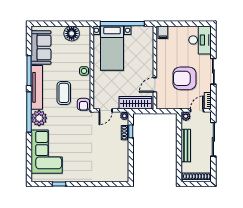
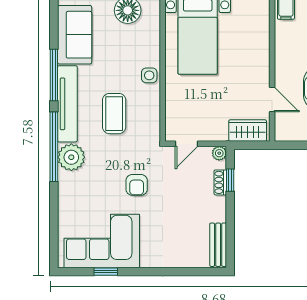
door: (155, 85) -> (272, 100), swing flipped
wardrobe: (135, 103) -> (248, 131), width x0.67
armchair: (83, 104) -> (137, 185), moved
corner sofa: (47, 152) -> (102, 241), moved, turned -90
bench: (124, 169) -> (218, 245), added

